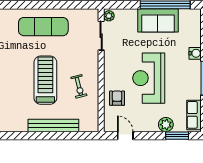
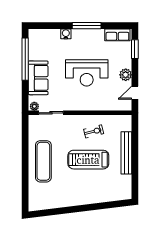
sofa: (158, 20) -> (38, 78), moved
armchair: (117, 98) -> (103, 99), removed
plant: (166, 125) -> (126, 75), moved

